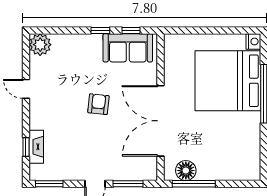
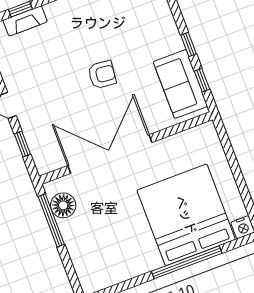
window: (128, 184) -> (22, 144), width x0.67

